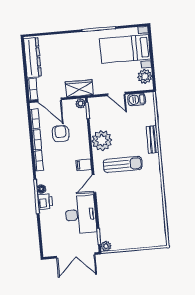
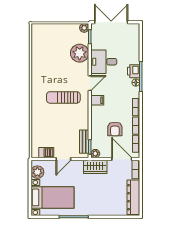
door: (116, 94) -> (63, 159), swing flipped
bench: (153, 139) -> (84, 142), moved
plant: (102, 141) -> (80, 53), moved
desk: (81, 215) -> (104, 62), width x0.73

